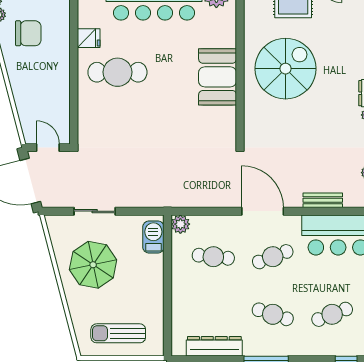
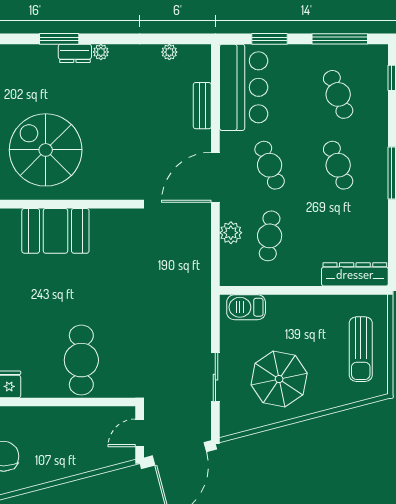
cafe table: (117, 72) -> (81, 360), moved
plant: (180, 224) -> (231, 233), moved
cafe table: (273, 314) -> (338, 165), turned -39
dresser: (214, 346) -> (355, 274), moved, turned 90

